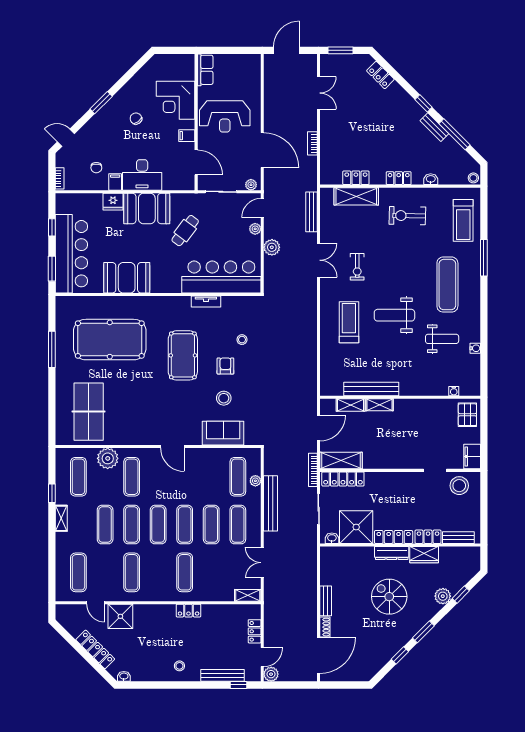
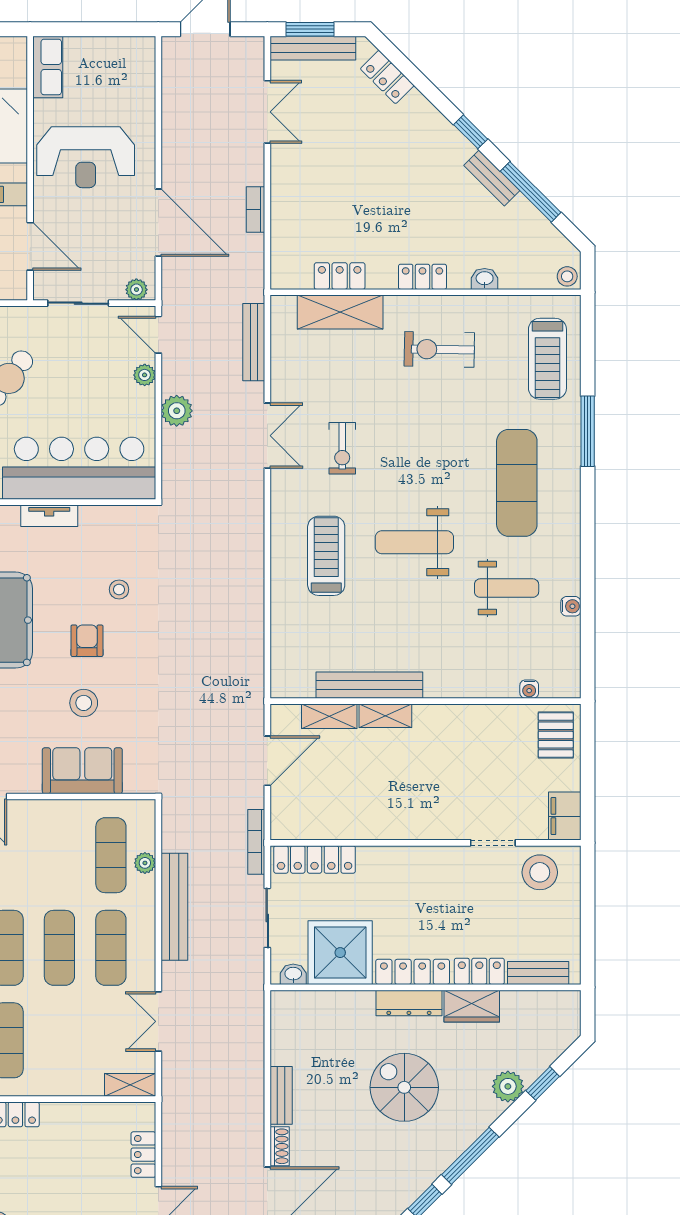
bench: (342, 60) -> (313, 48), added
door: (262, 208) -> (158, 335), hinge flipped
shelving: (341, 461) -> (311, 824), removed
window: (423, 632) -> (470, 1156), width x1.44

